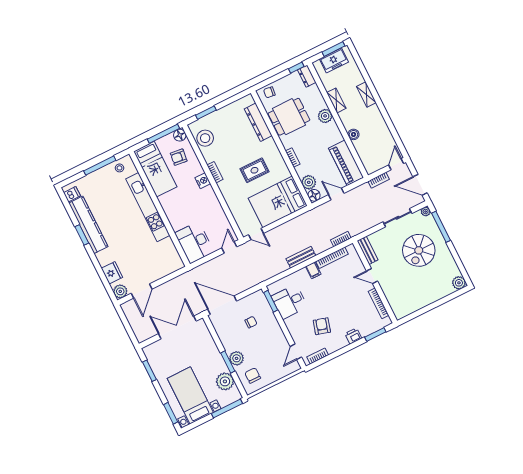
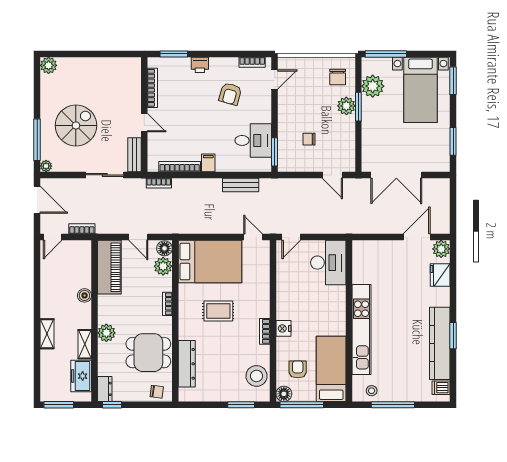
freezer: (334, 60) -> (81, 376), moved, turned -90
armchair: (179, 157) -> (298, 369), turned -97
sliding door: (397, 218) -> (105, 175), moved
bench: (301, 257) -> (241, 185), moved
door: (222, 305) -> (332, 175), width x0.53

